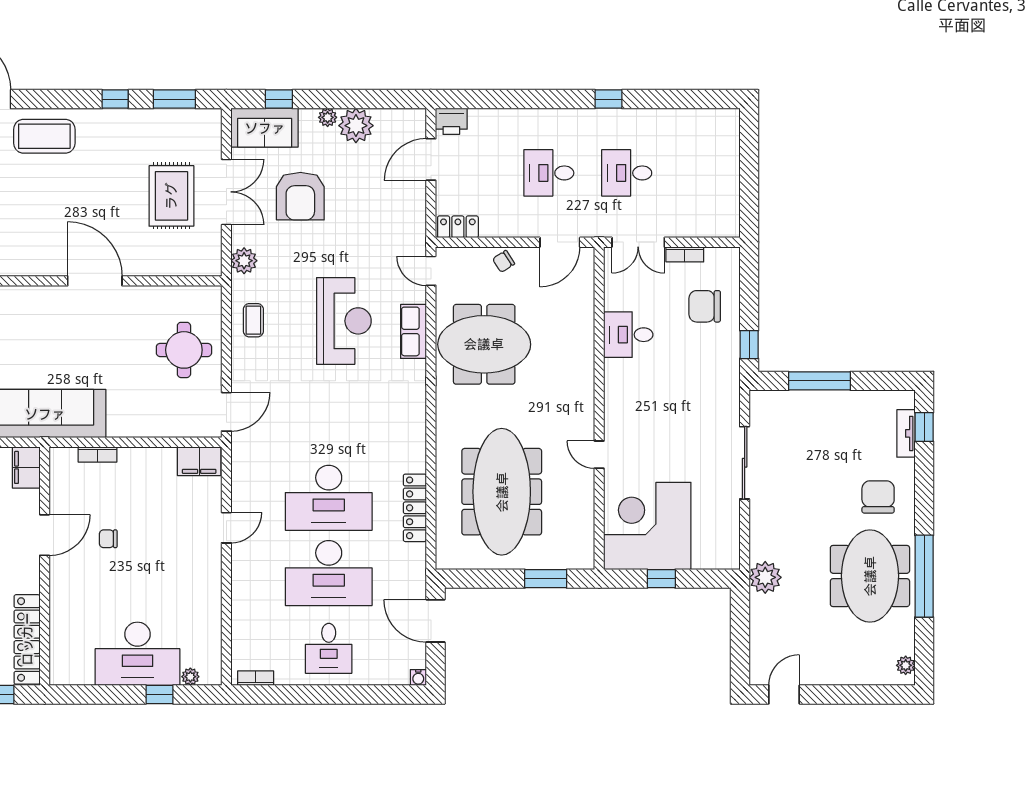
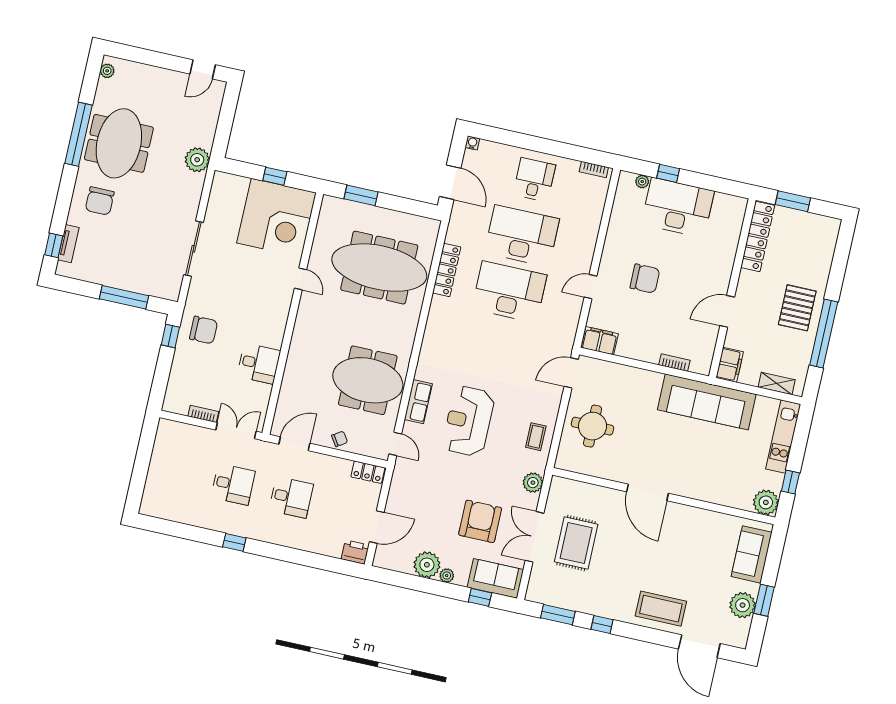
chair: (705, 306) -> (204, 330), moved
meeting table: (502, 492) -> (379, 268), turned 90
chair: (108, 539) -> (645, 279), moved, width x1.87, depth x1.87

